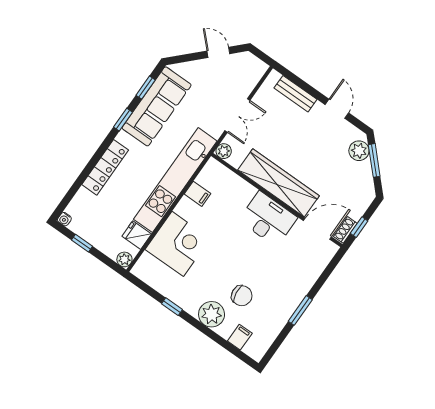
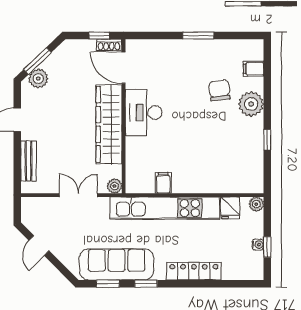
water cooler: (64, 219) -> (258, 245), moved
corner desk: (178, 244) -> (214, 170), removed

